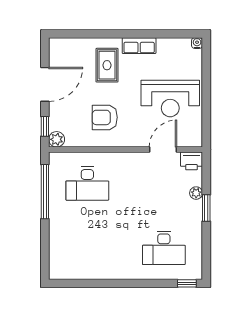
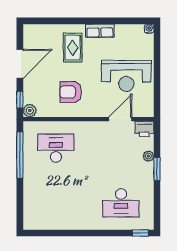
desk: (87, 184) -> (56, 148), turned 180

